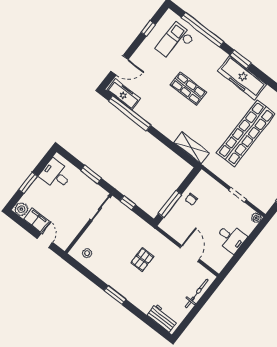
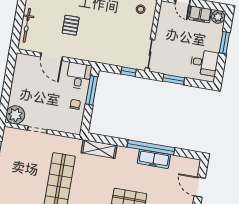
door: (120, 65) -> (200, 187), hinge flipped
freezer: (124, 94) -> (154, 159), moved
window: (130, 113) -> (151, 147), moved
plant: (256, 218) -> (15, 115), width x1.87, depth x1.87
desk: (231, 238) -> (79, 76), moved, turned 90
pallet: (142, 260) -> (71, 25), moved

